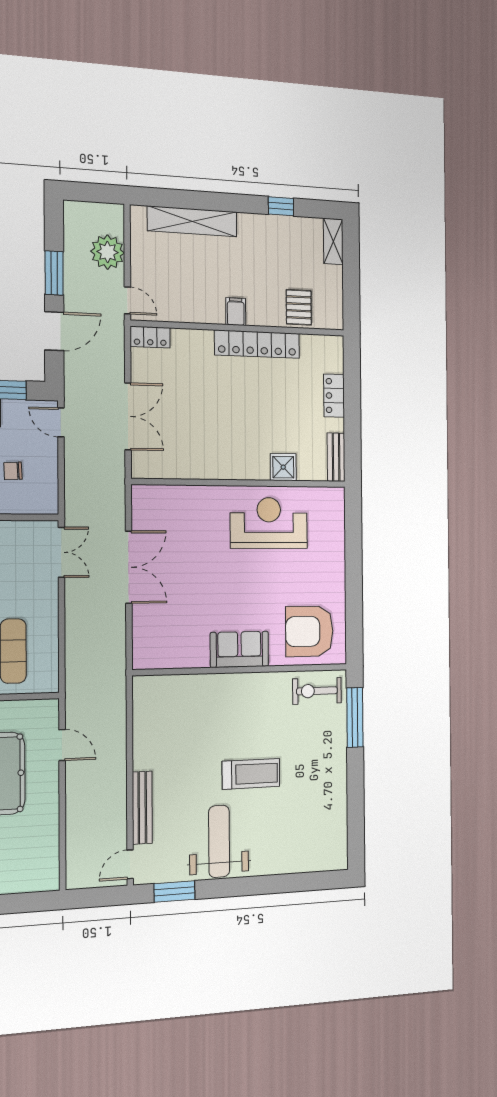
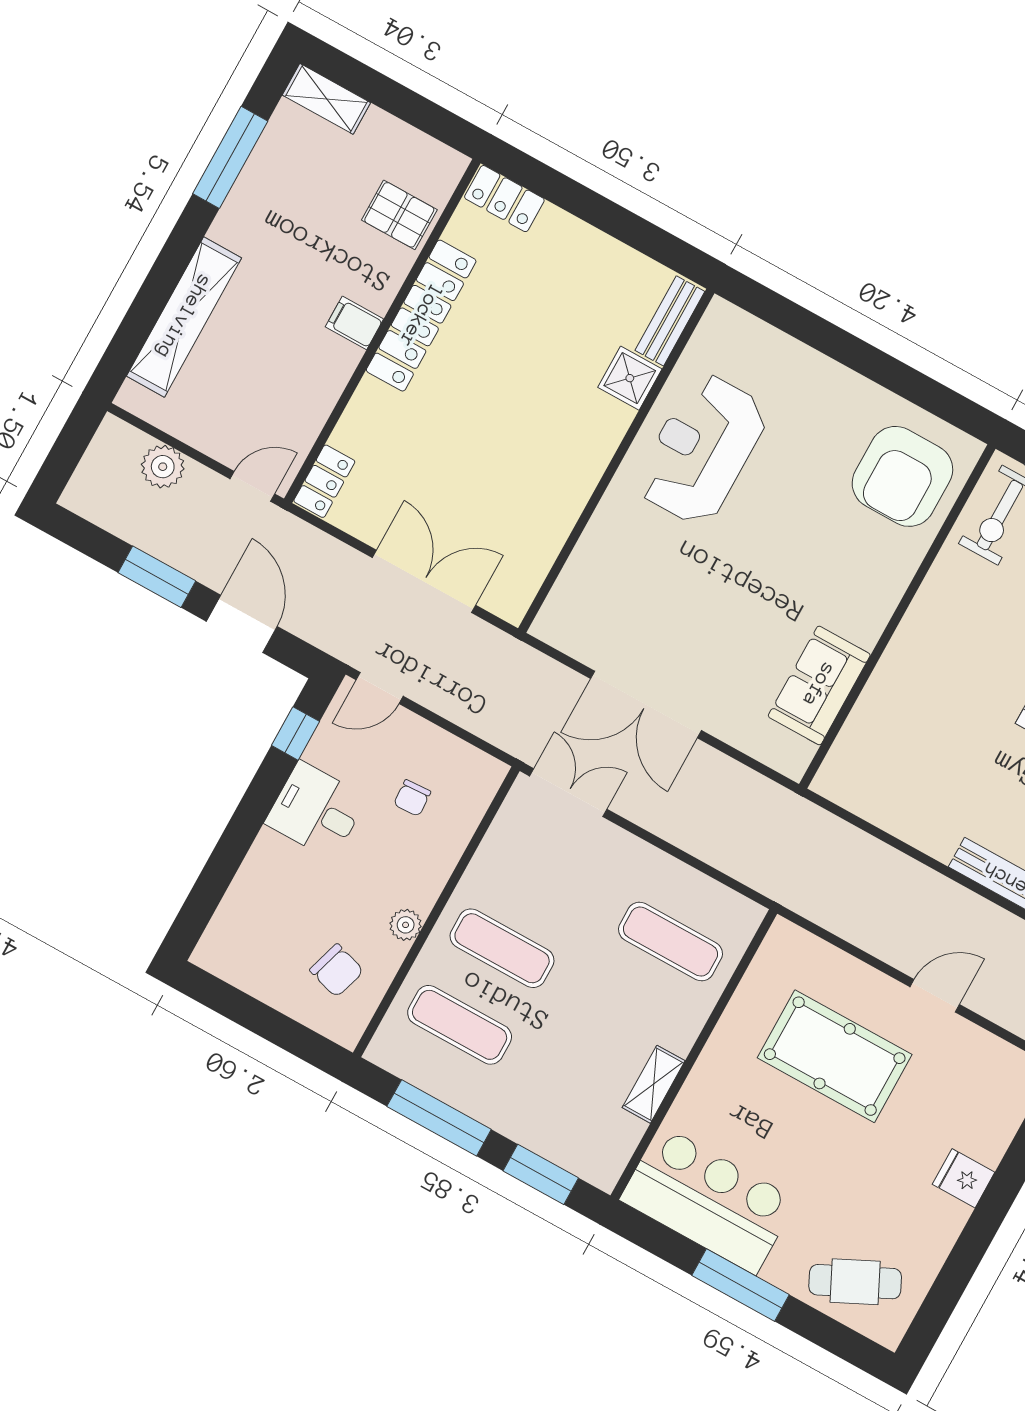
window: (281, 206) -> (230, 157), width x2.17
plant: (108, 252) -> (163, 467), width x0.73, depth x0.73
locker: (334, 396) -> (504, 199), moved
bench: (336, 457) -> (670, 321), moved, turned 90
double door: (129, 567) -> (646, 705), swing flipped
sofa: (239, 649) -> (819, 685), moved
door: (62, 745) -> (935, 996), moved

